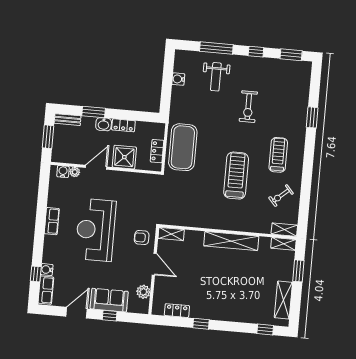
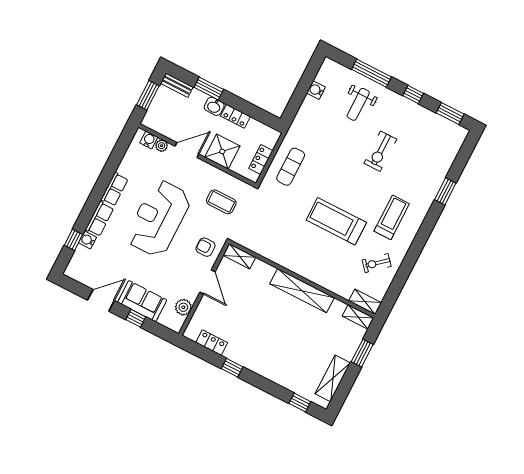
exercise mat: (183, 147) -> (291, 167), width x0.50, depth x0.69
treadmill: (236, 176) -> (336, 221), turned -90
coffee table: (140, 197) -> (221, 202), added
row of seats: (46, 290) -> (100, 219), moved

